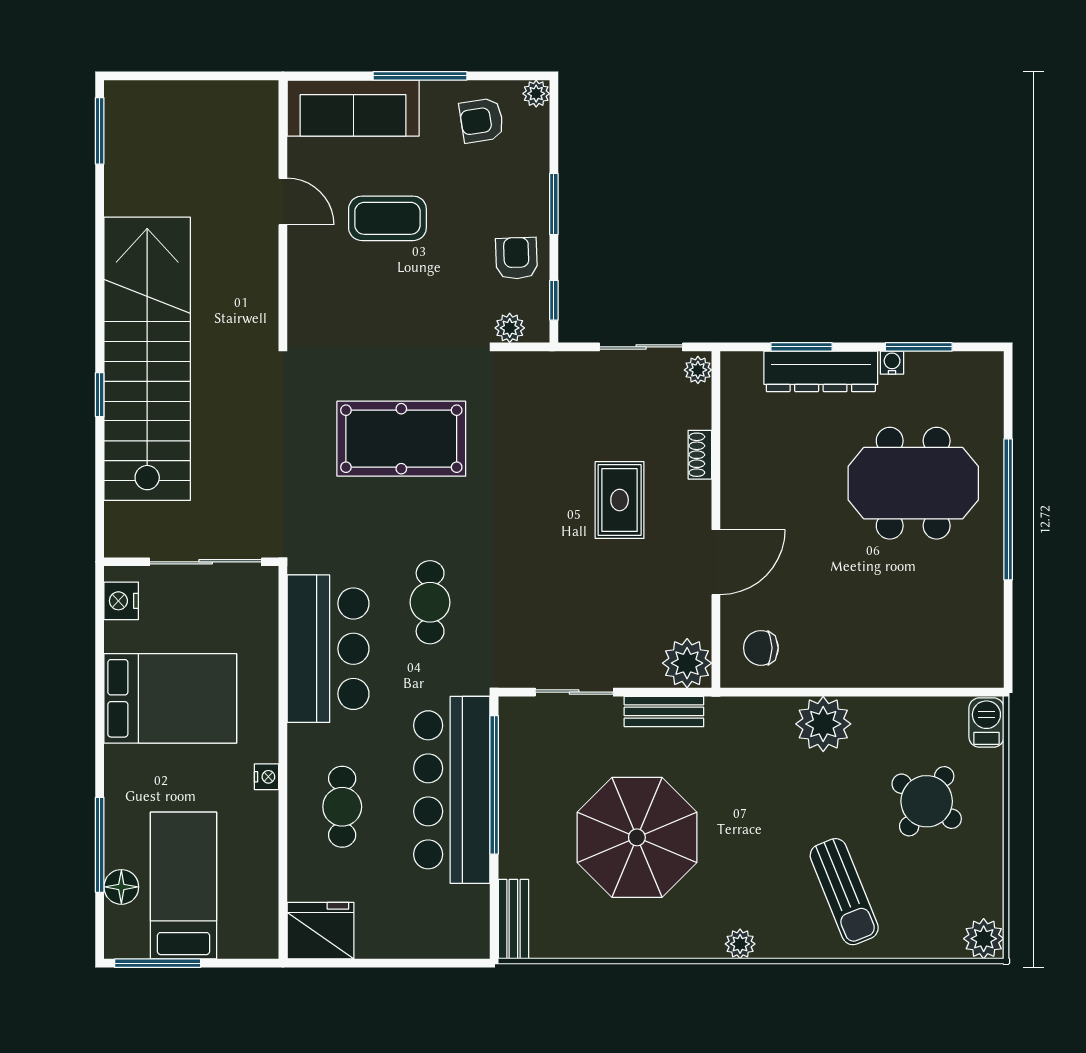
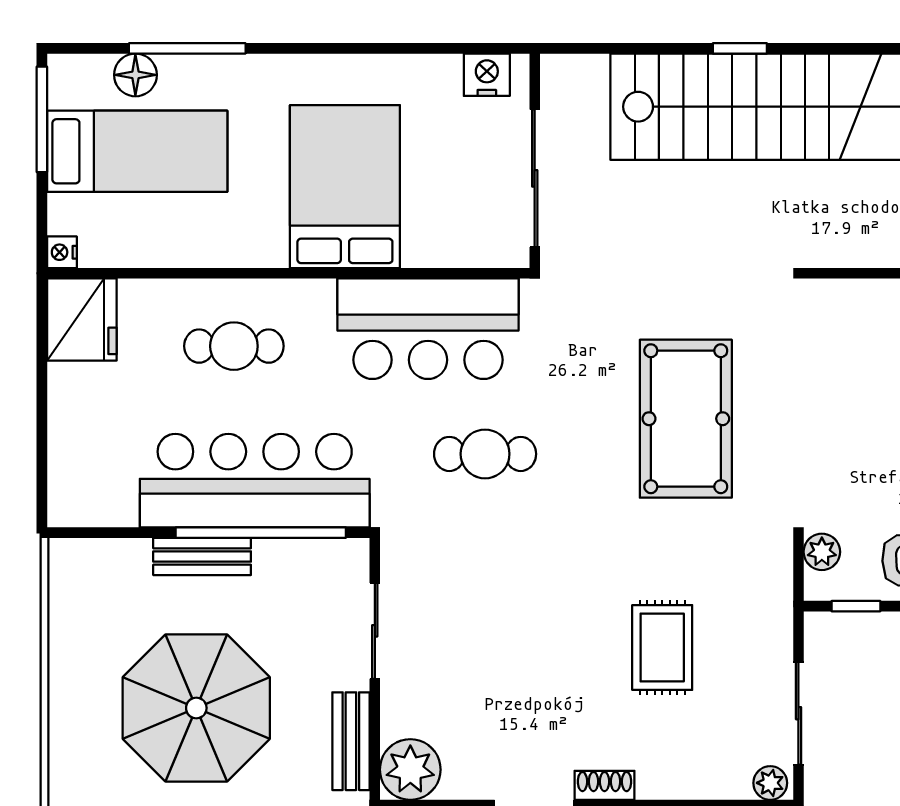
shoe rack: (700, 455) -> (605, 785), moved
rug: (620, 500) -> (662, 647), moved, turned 90
bed: (170, 698) -> (345, 187), moved, turned 180
nightstand: (266, 777) -> (62, 252), moved, turned 90
bench: (513, 919) -> (202, 556), moved

